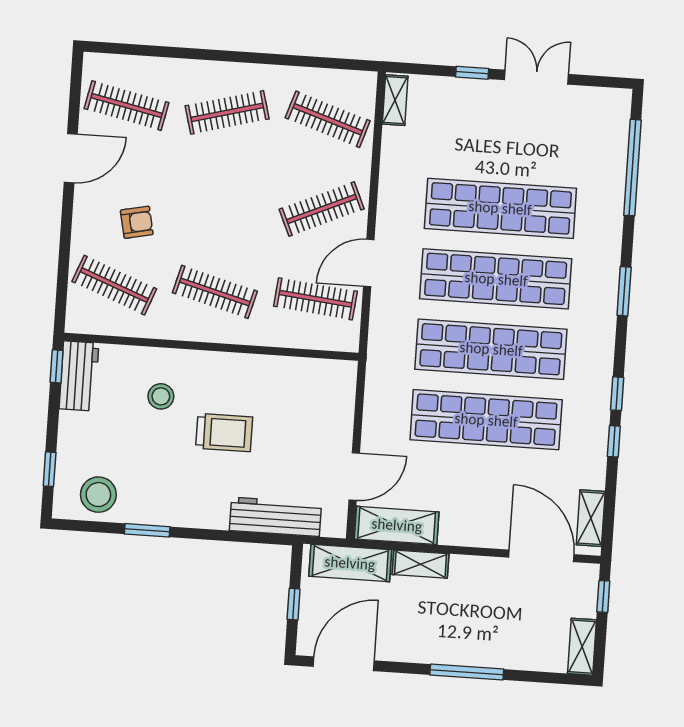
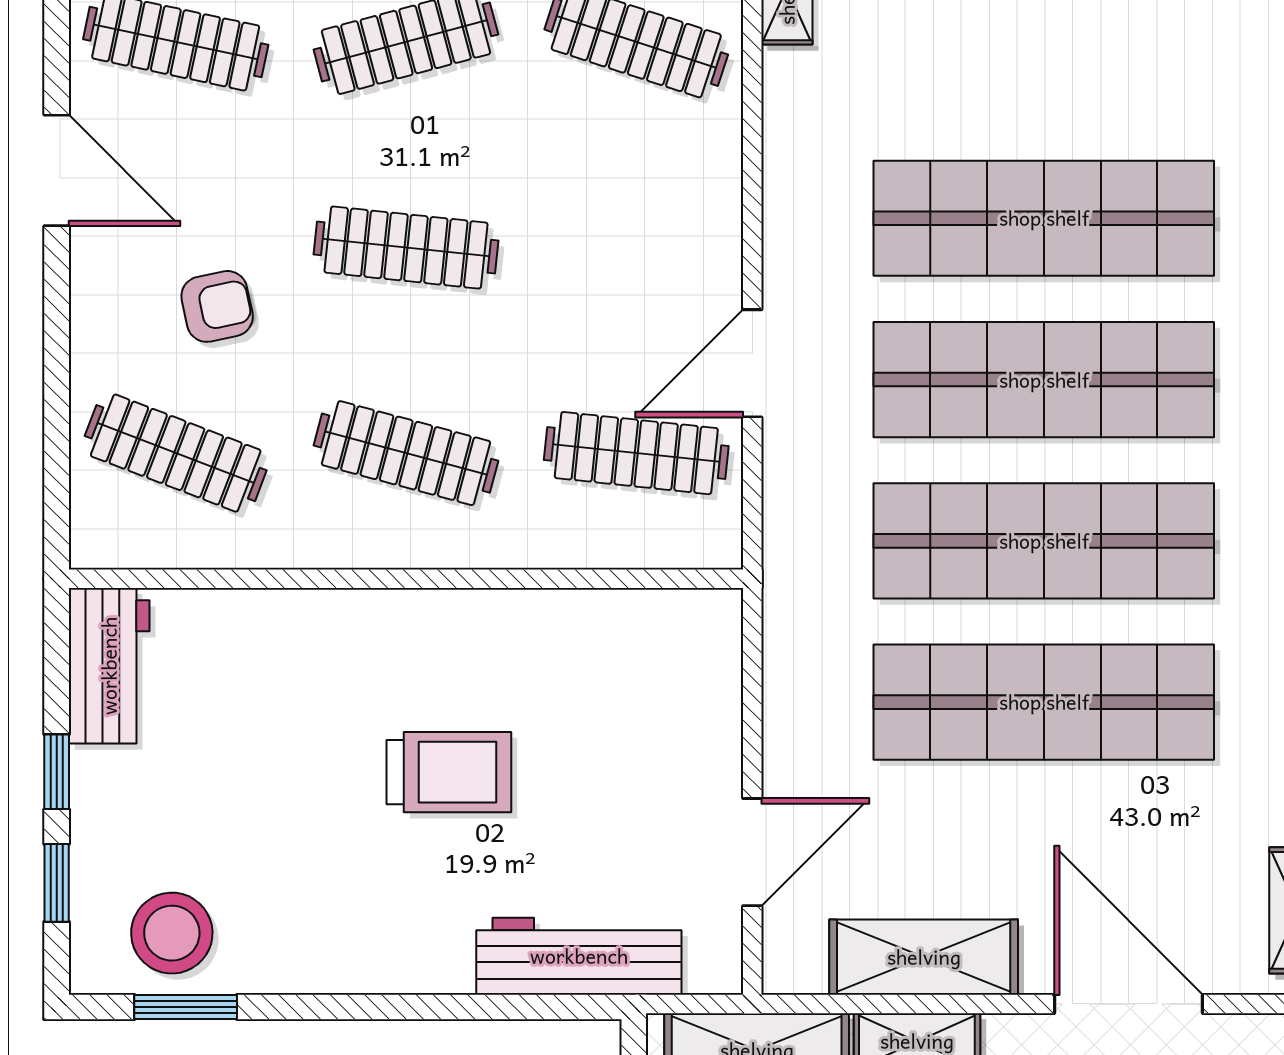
door: (71, 158) -> (57, 170), hinge flipped
clothes rail: (322, 209) -> (406, 248), moved, turned 30
window: (57, 366) -> (57, 772), moved
stool: (161, 396) -> (299, 700), removed
shelving: (397, 525) -> (924, 957), moved
window: (147, 530) -> (186, 1007), moved
door: (541, 556) -> (1129, 1004), moved

